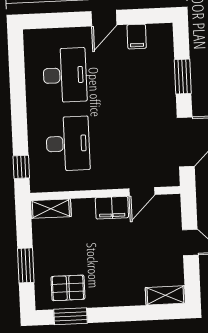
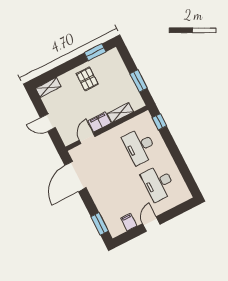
window: (183, 76) -> (100, 224), moved
shelving: (51, 209) -> (120, 113), moved
window: (26, 265) -> (139, 81), moved
pallet: (68, 288) -> (87, 79), moved, turned 90

